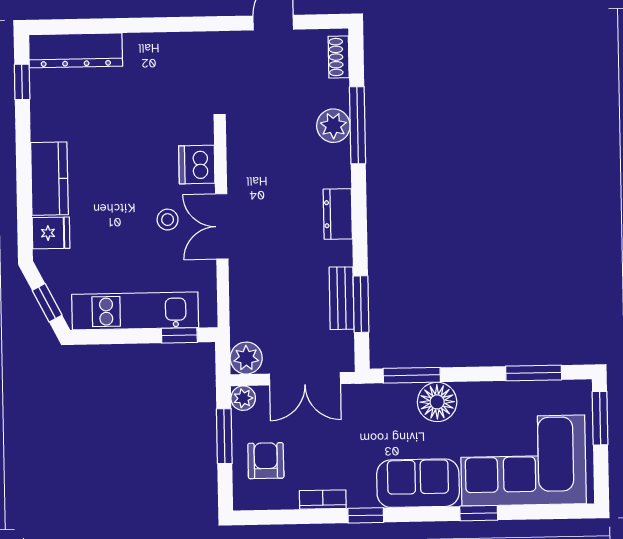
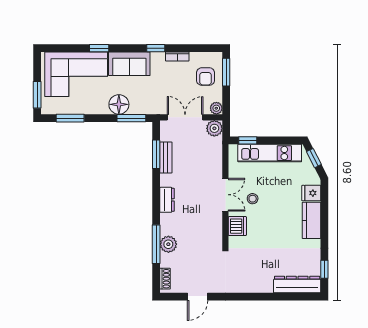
window: (224, 436) -> (226, 72), moved

